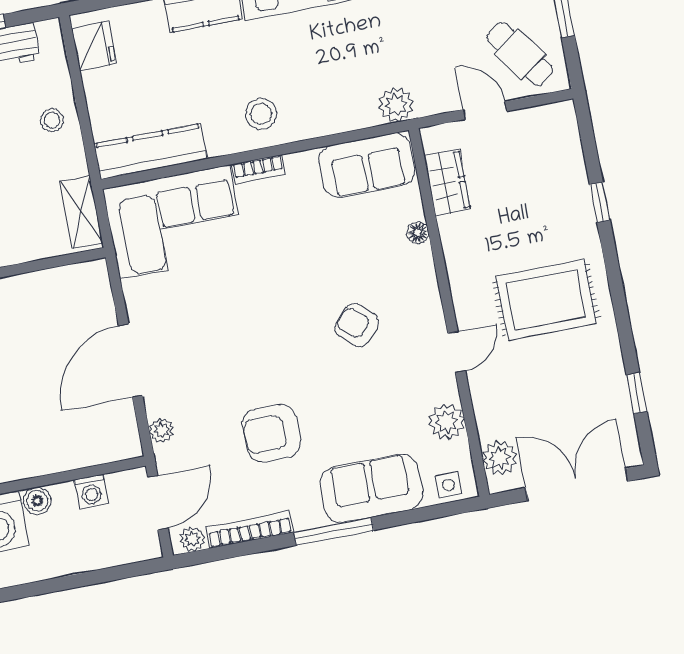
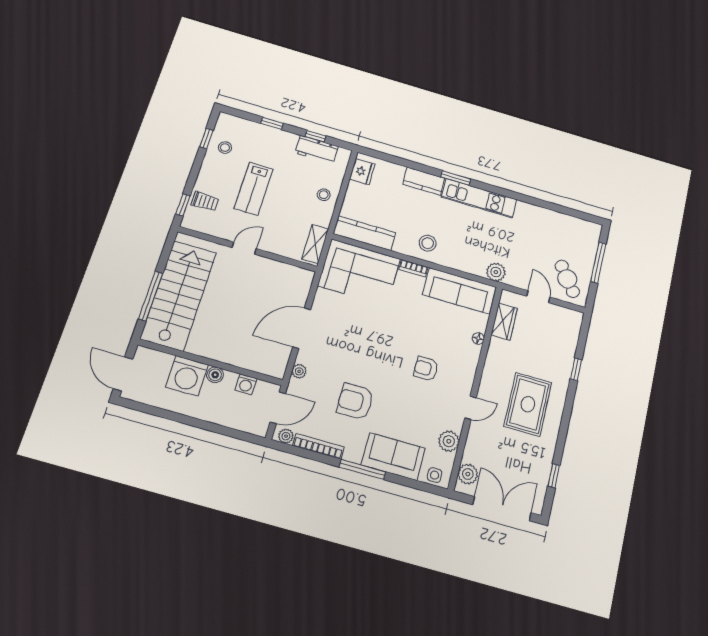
sofa: (367, 165) -> (459, 291), width x1.36
rug: (546, 300) -> (528, 404), turned 90
armchair: (357, 325) -> (426, 369), turned -42

